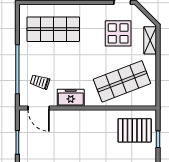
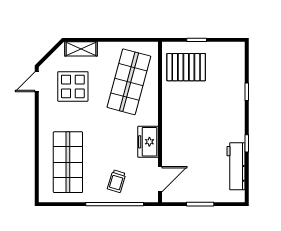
shop shelf: (122, 81) -> (129, 82), turned 36
trolley: (40, 82) -> (117, 181), moved
pallet: (135, 130) -> (186, 67), turned 90

